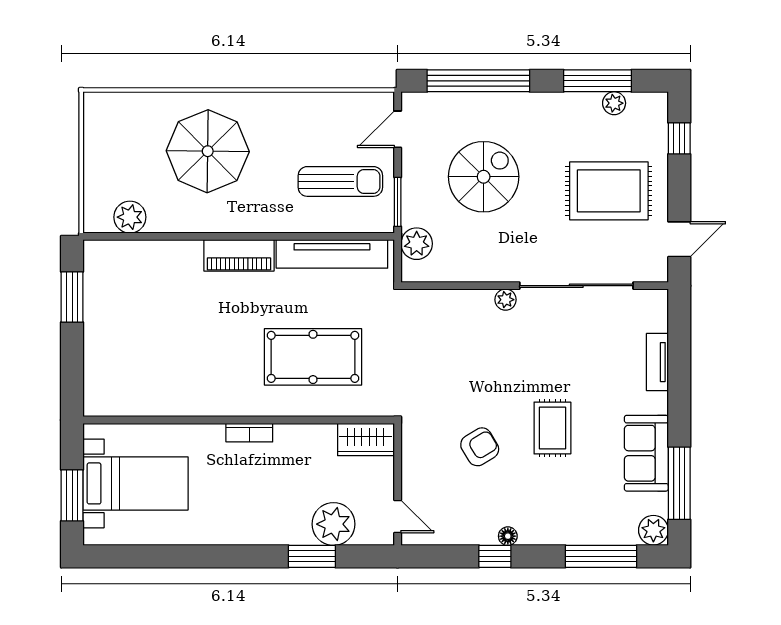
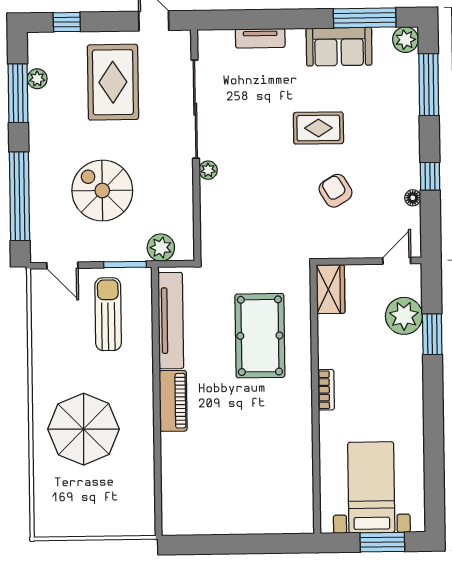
plant: (130, 217) -> (141, 495), removed
window: (72, 297) -> (211, 544), removed
floor lamp: (508, 536) -> (413, 198), moved

